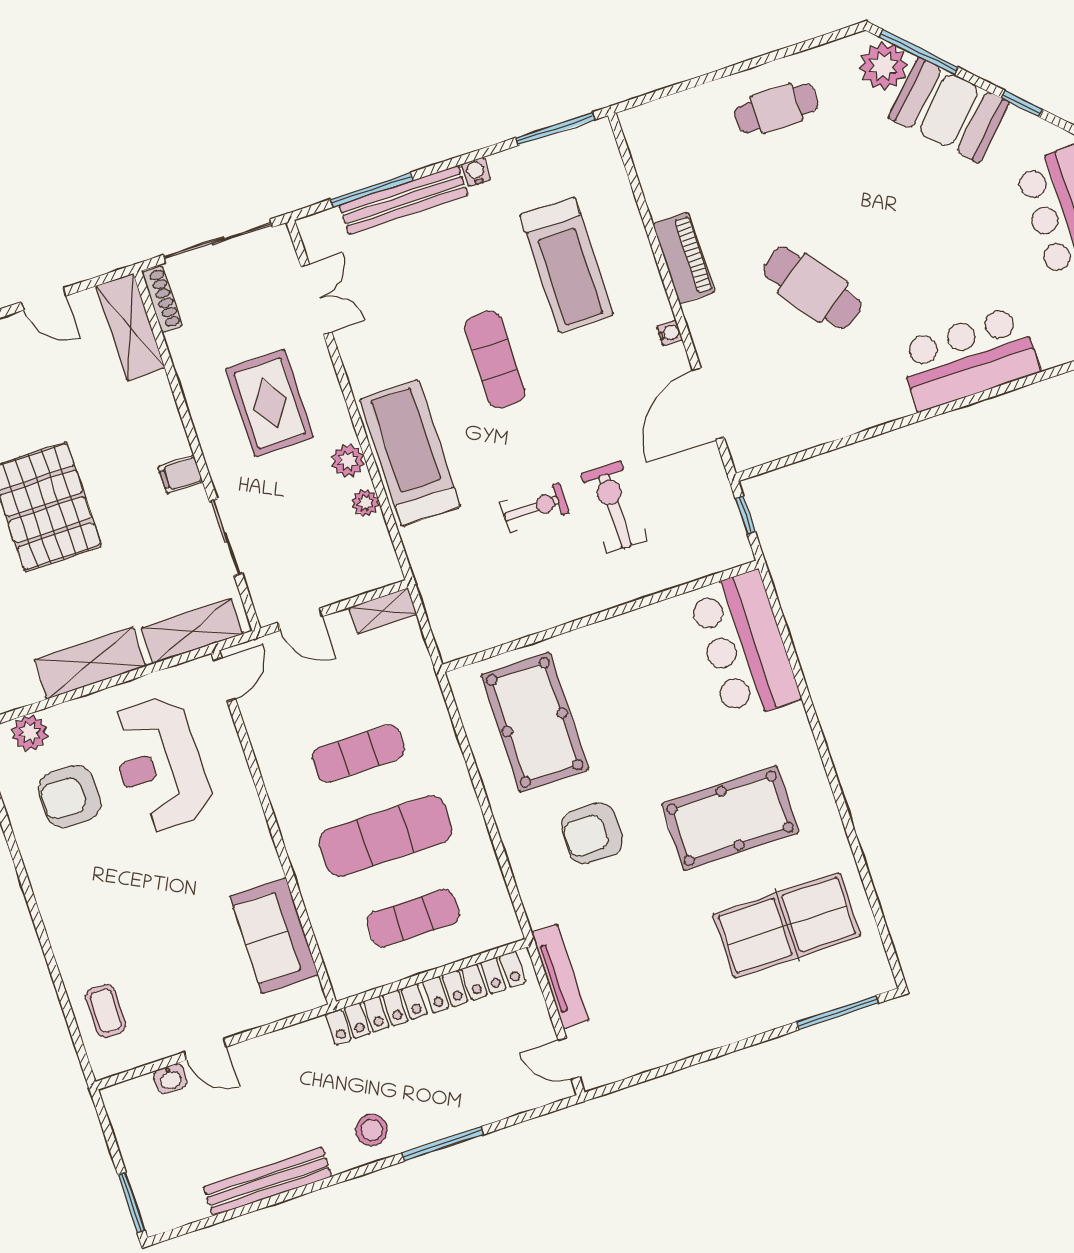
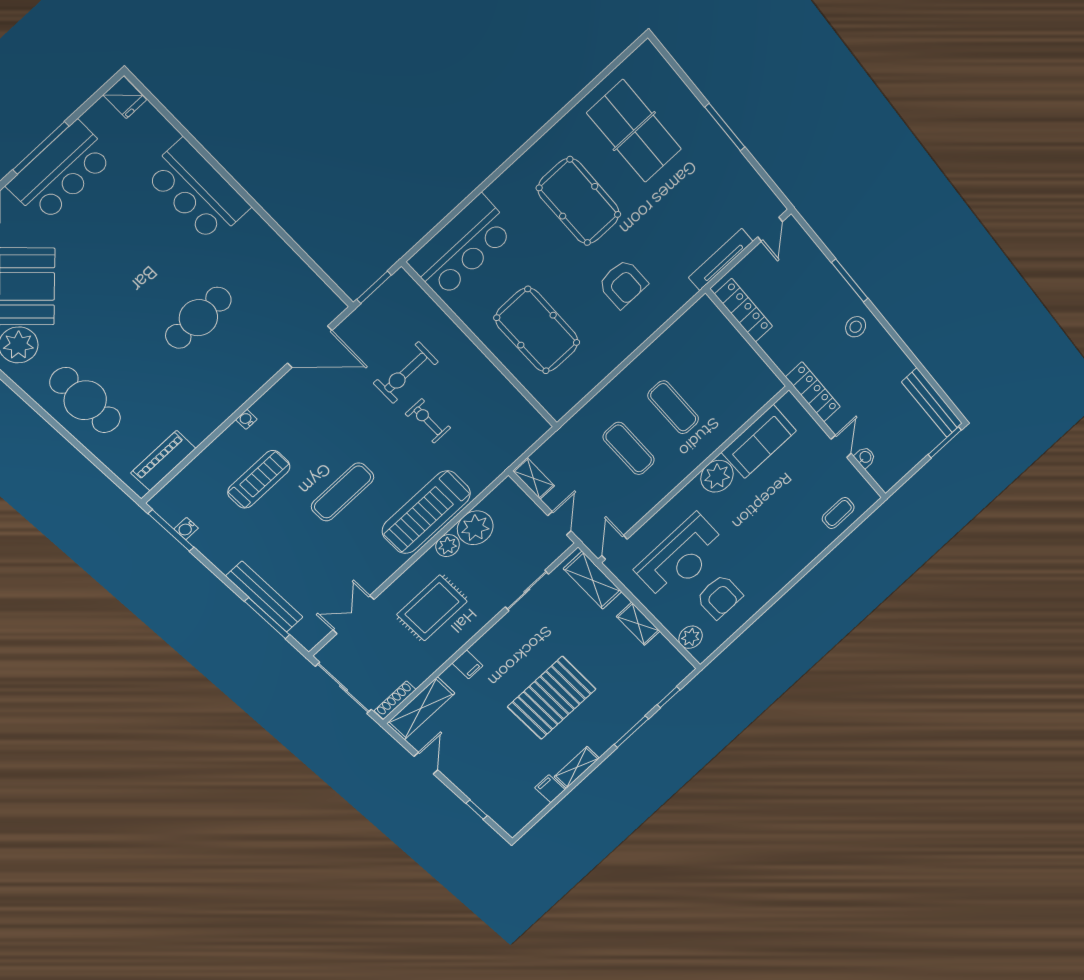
cafe table: (776, 108) -> (85, 400), width x1.37, depth x1.35
water cooler: (476, 172) -> (186, 529), moved
piano: (684, 258) -> (163, 461), moved
treadmill: (567, 265) -> (259, 479), width x0.73, depth x0.73
cafe table: (812, 288) -> (198, 318), turned 36
water cooler: (669, 333) -> (246, 419), moved
filing cabinet: (180, 474) -> (467, 664), moved
plant: (365, 503) -> (475, 528), width x1.88, depth x1.88
window: (745, 515) -> (374, 287), width x1.50
shelving: (90, 663) -> (638, 624), width x0.67, depth x0.75
door: (224, 680) -> (615, 547), hinge flipped
pool table: (535, 722) -> (537, 330), moved, turned 90
exercise mat: (386, 836) -> (673, 407), width x0.73, depth x0.69
plant: (254, 859) -> (717, 476), added
exercise mat: (413, 918) -> (718, 366), removed
window: (837, 1013) -> (725, 127), moved
locker: (376, 1014) -> (813, 392), moved
bench: (268, 1182) -> (932, 403), moved

